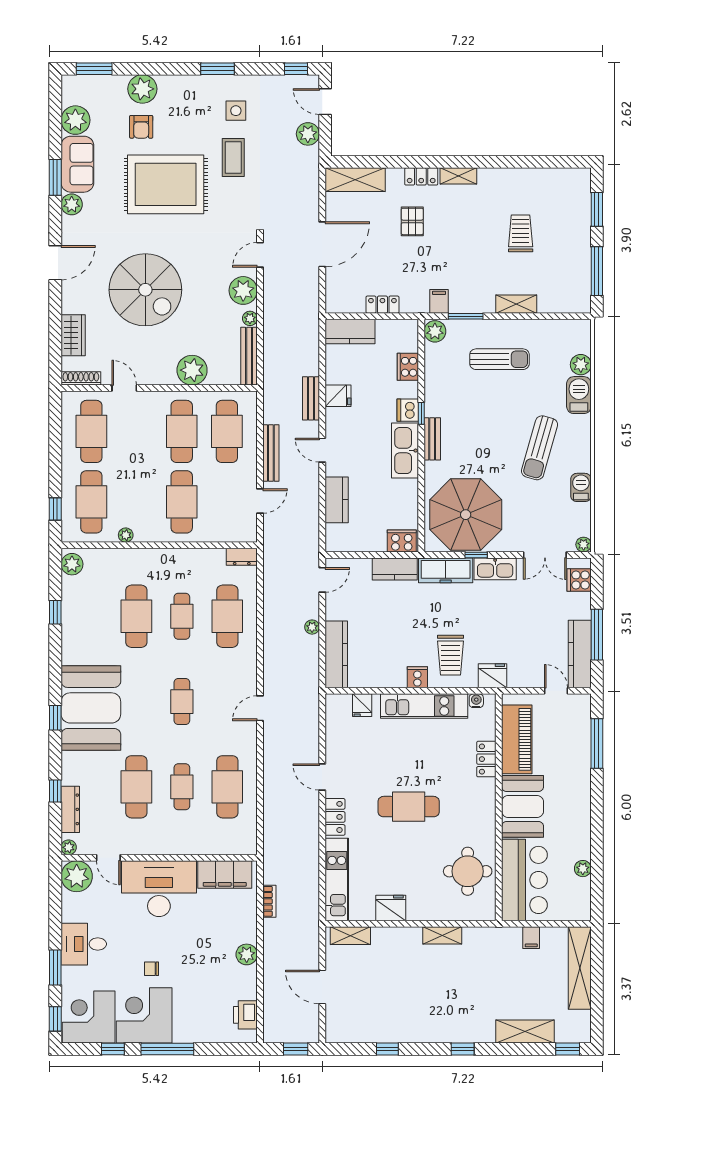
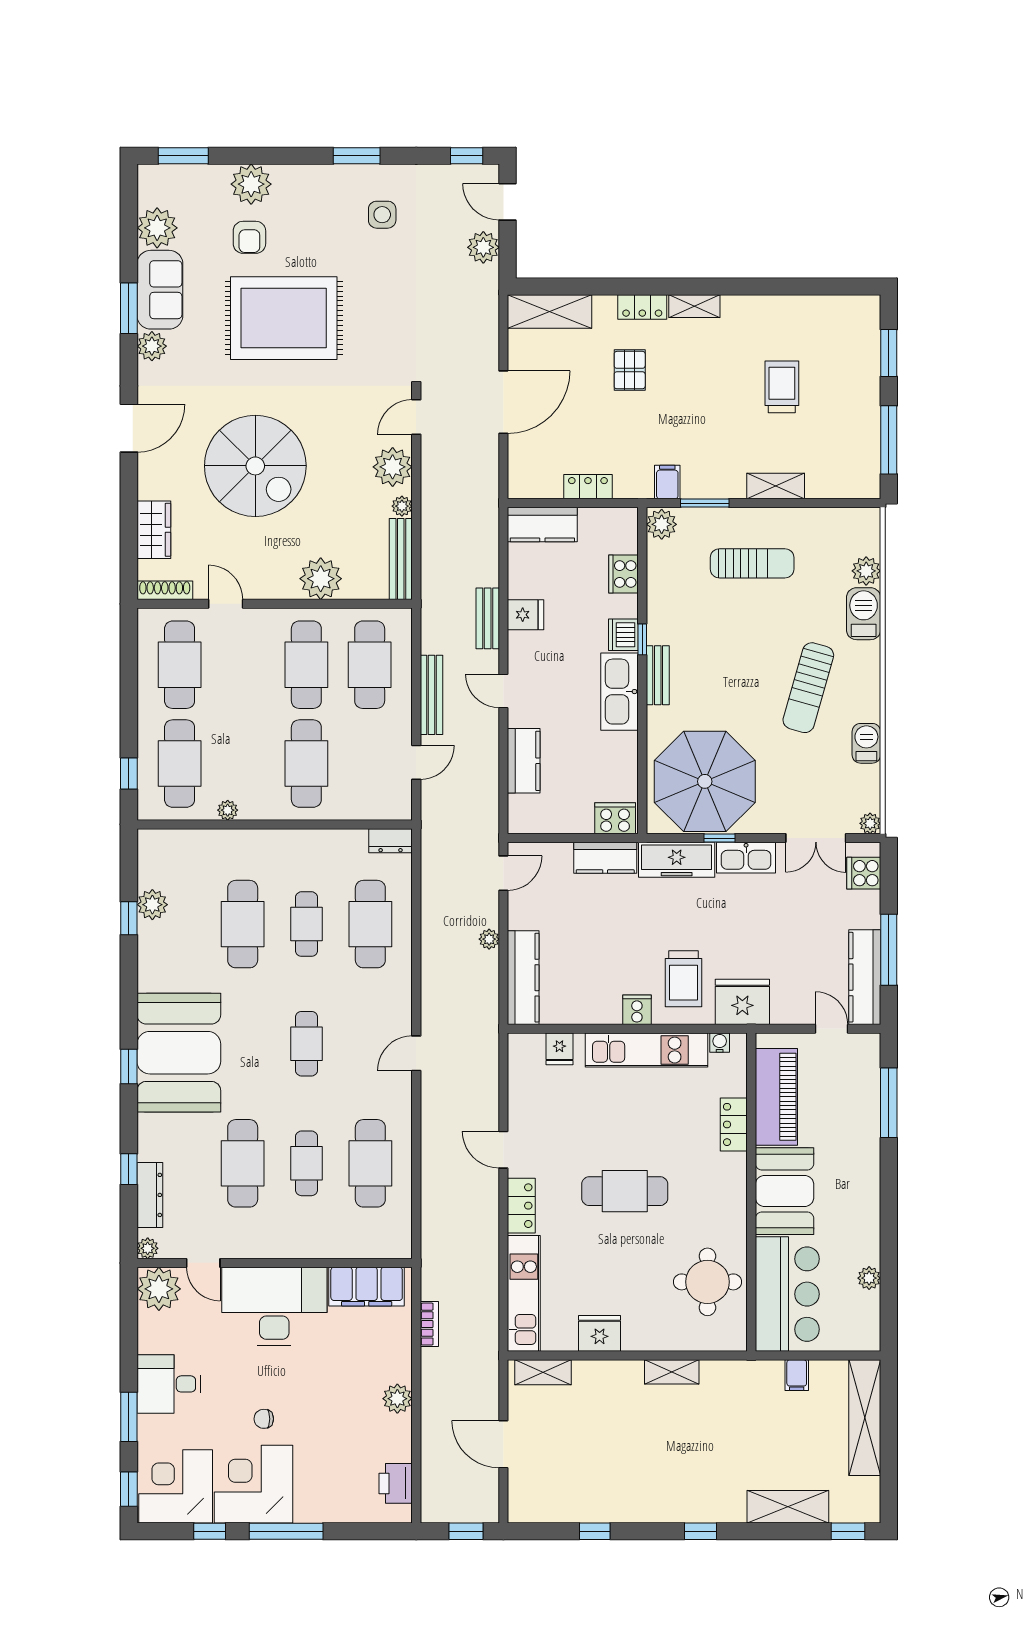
coffee table: (233, 158) -> (379, 280), removed
plant: (72, 564) -> (152, 905), moved
fridge: (493, 676) -> (742, 1002), width x1.36, depth x1.34

